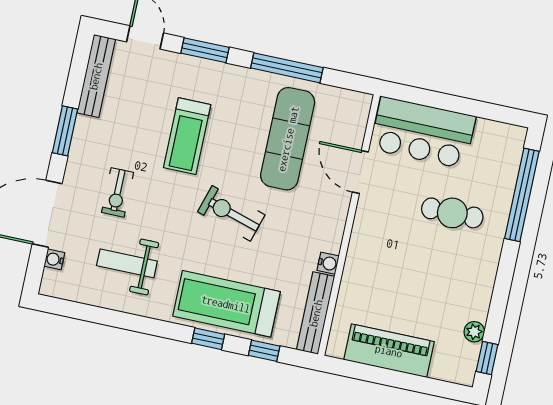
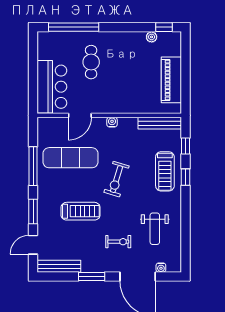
water cooler: (328, 263) -> (112, 122), moved
treadmill: (226, 304) -> (165, 171), width x0.73, depth x0.73

